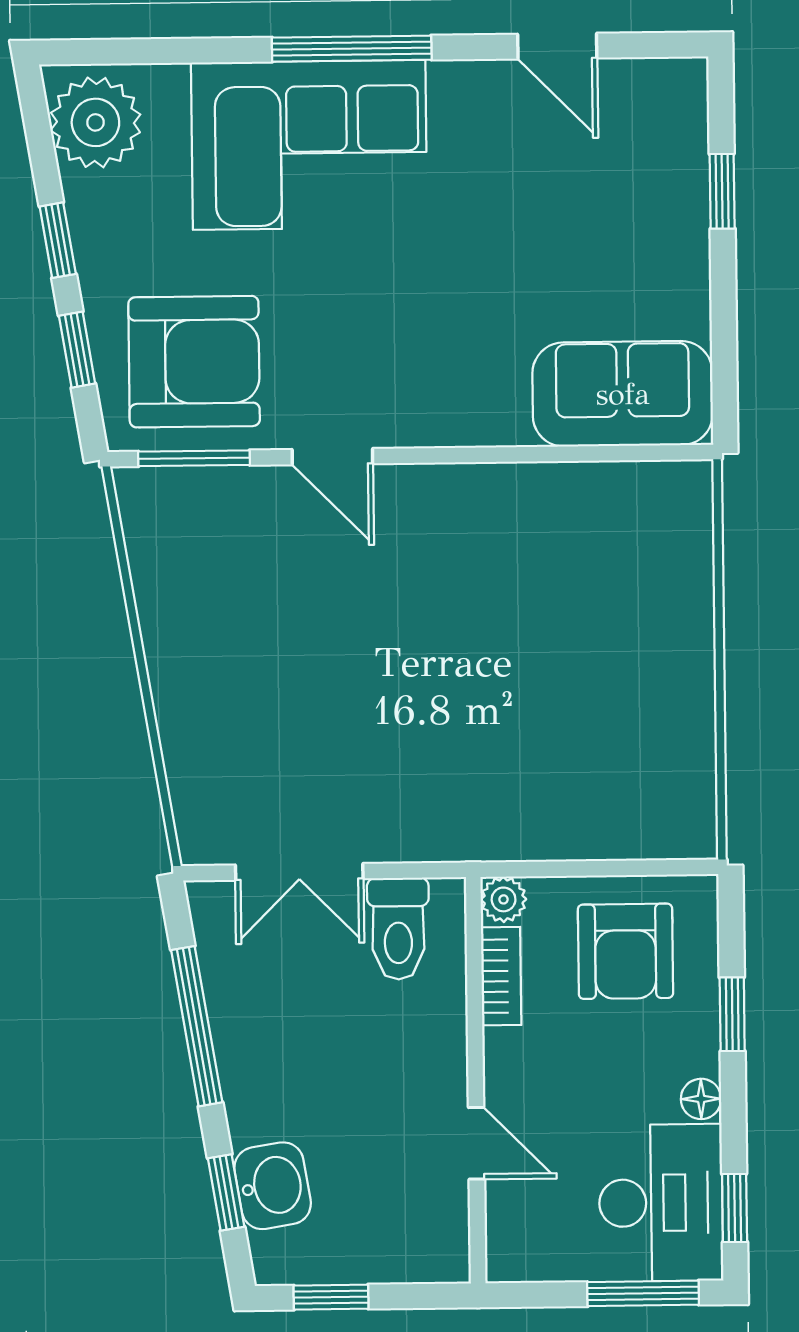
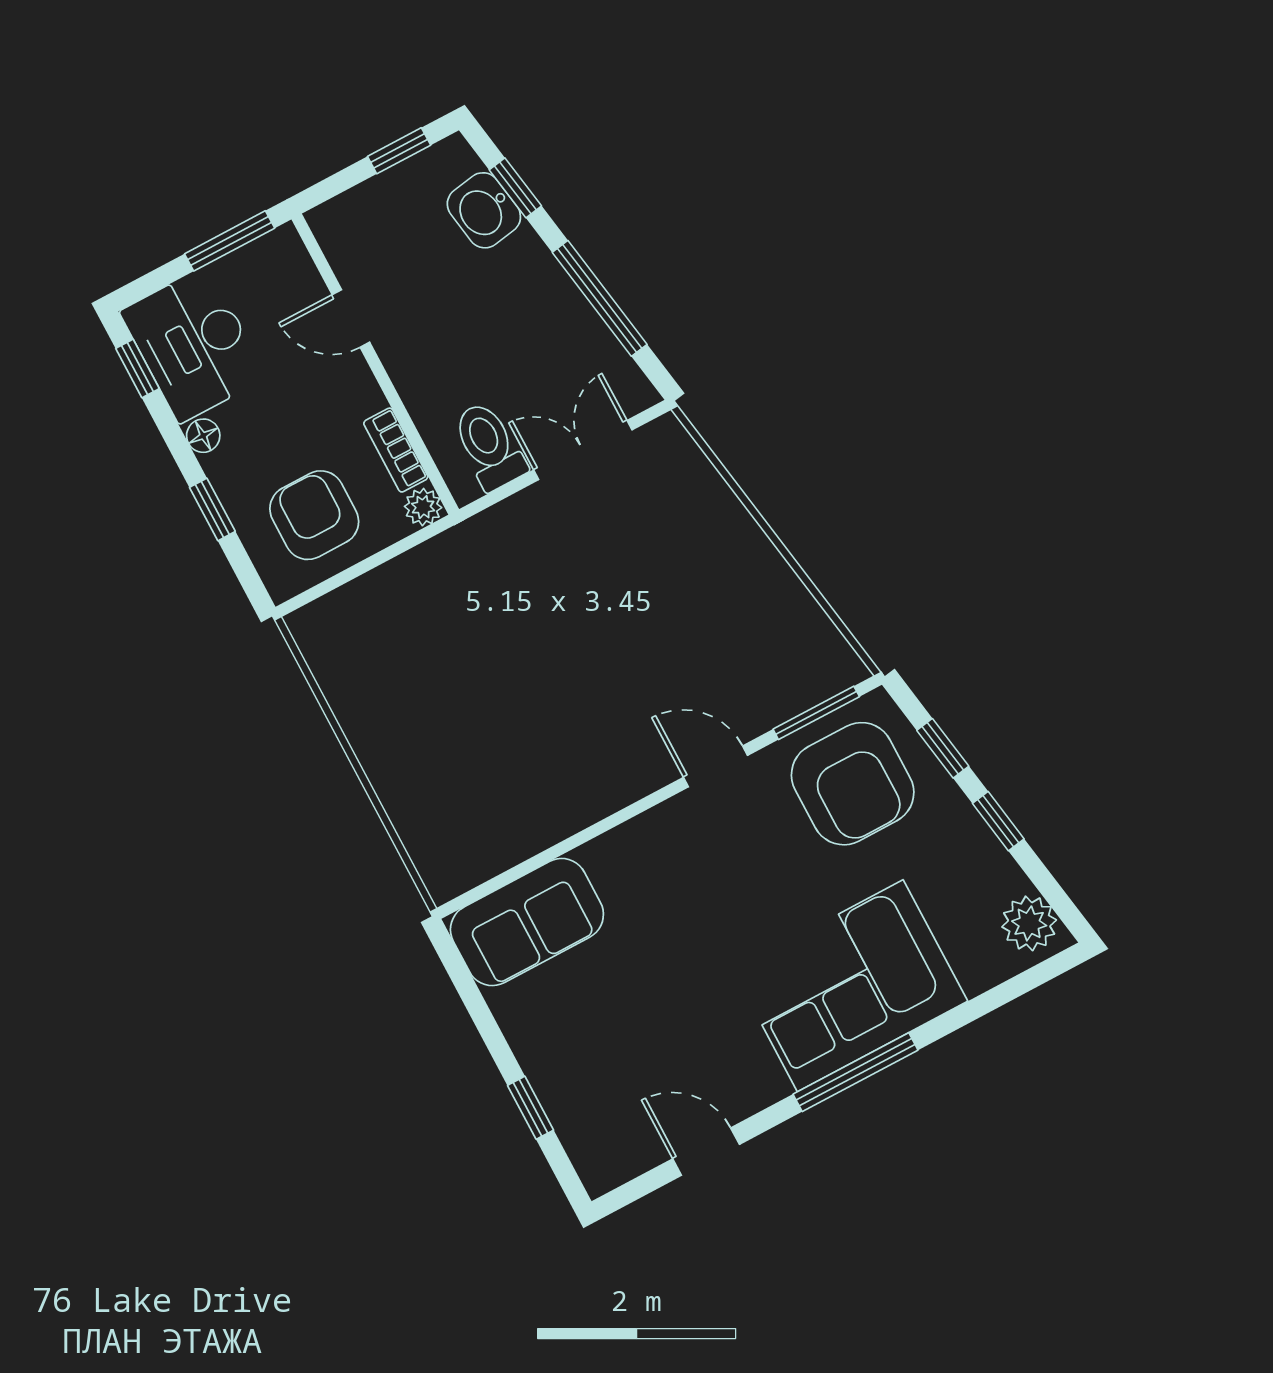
plant: (95, 122) -> (1029, 923), width x0.73, depth x0.73
armchair: (194, 362) -> (853, 784), turned -90
window: (643, 1293) -> (230, 241), moved

